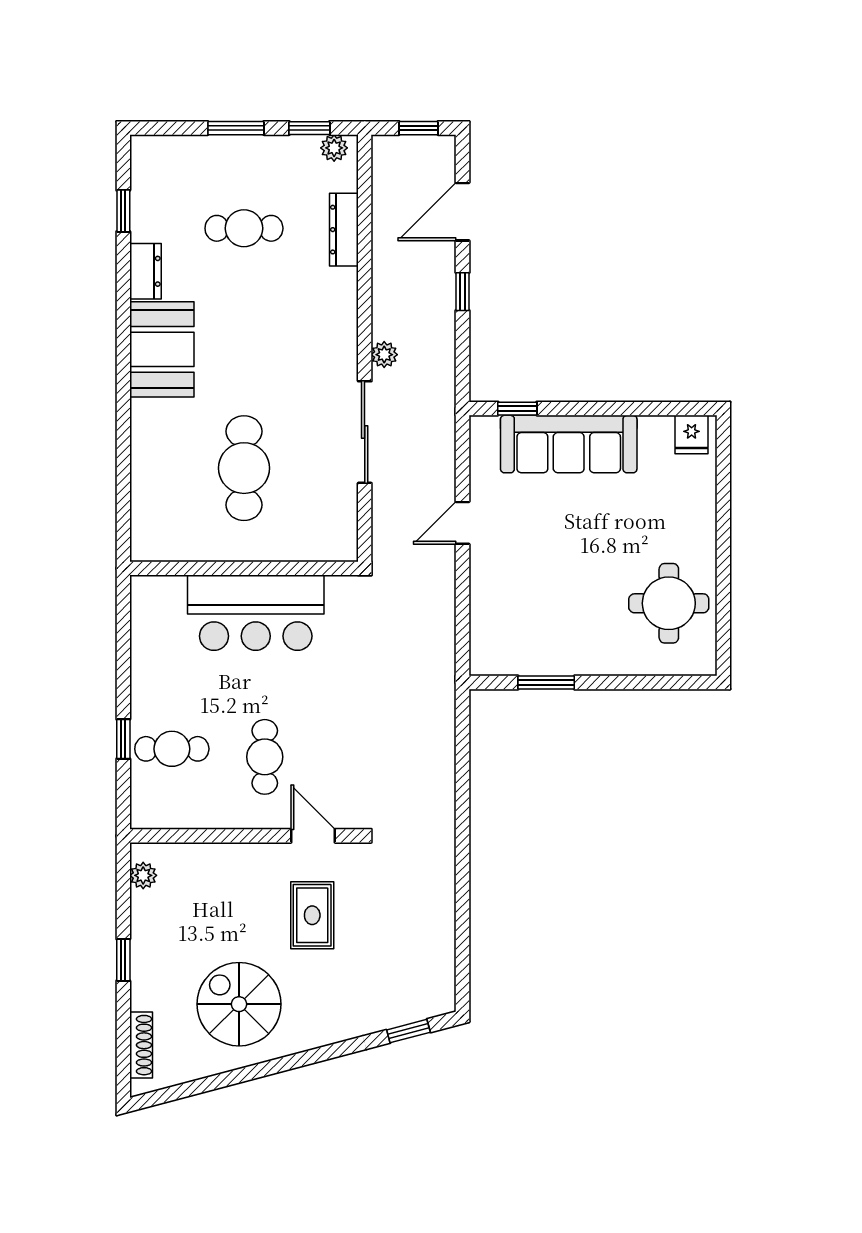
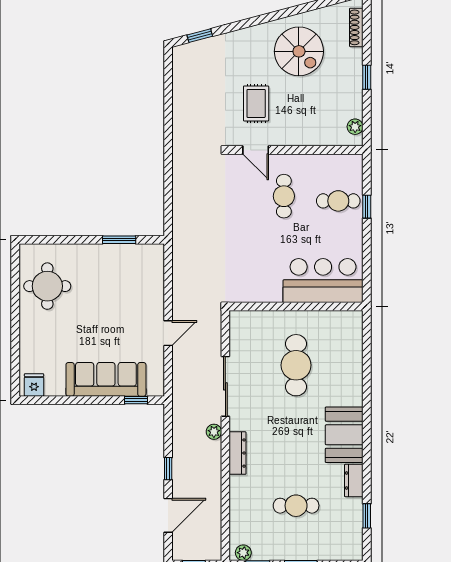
dresser: (344, 230) -> (238, 453), moved
bar counter: (256, 613) -> (323, 281), moved

